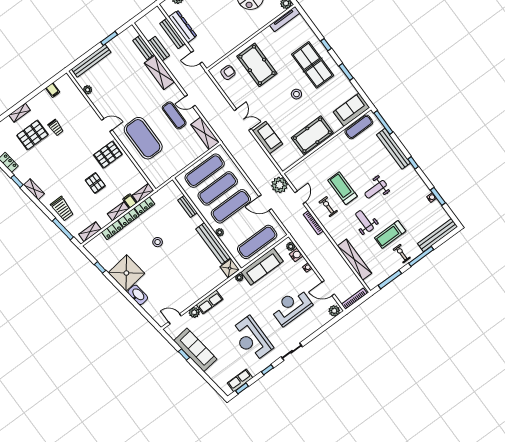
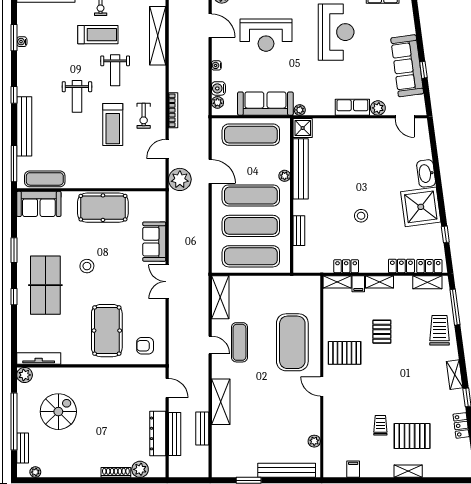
bench: (144, 47) -> (218, 442), removed
weight bench: (376, 189) -> (77, 96), turned 90
locker: (129, 218) -> (429, 266), moved

